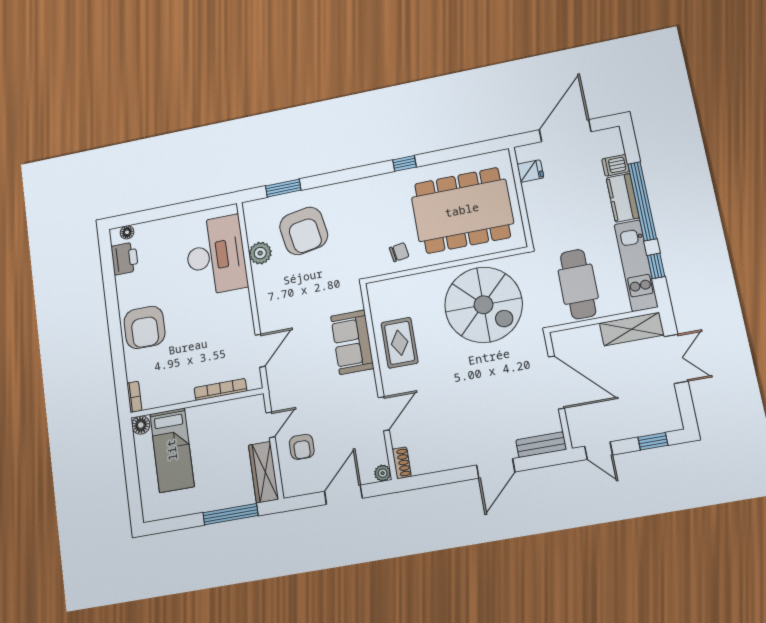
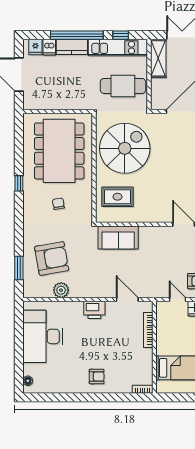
fridge: (530, 171) -> (35, 47), moved, turned 180
chair: (399, 252) -> (58, 204), moved
desk: (216, 255) -> (43, 336), moved, turned -90
printer: (125, 258) -> (94, 310), moved, turned 180
armchair: (145, 327) -> (97, 376), width x0.53, depth x0.53
sofa: (352, 342) -> (118, 238), moved
rug: (400, 343) -> (118, 197), moved
floor lamp: (141, 425) -> (162, 387), removed

